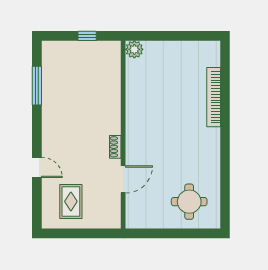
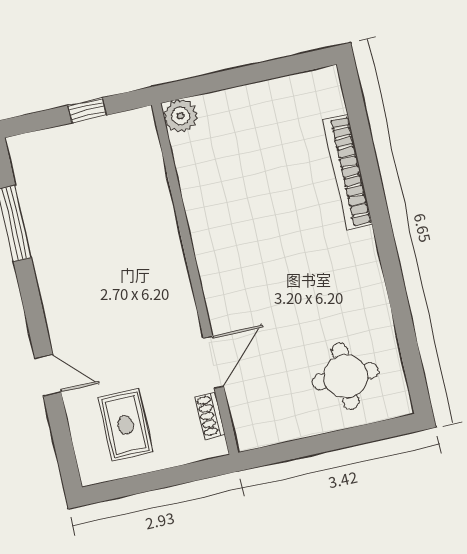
shoe rack: (115, 147) -> (210, 416), moved

